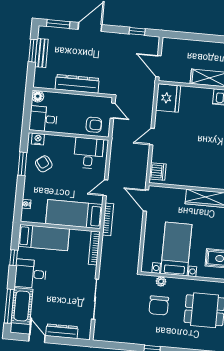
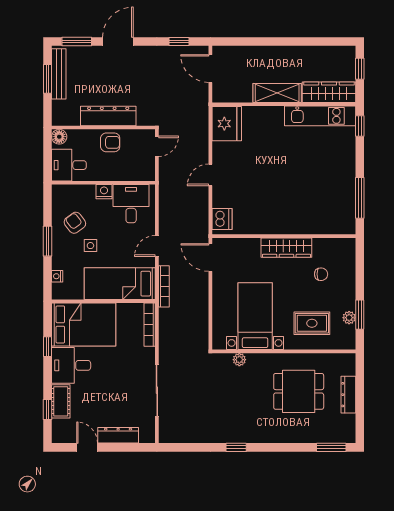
bench: (41, 53) -> (59, 74), width x1.36
door: (158, 66) -> (210, 69), moved
door: (113, 111) -> (157, 146), hinge flipped
armchair: (94, 125) -> (110, 142), moved
nightstand: (38, 139) -> (104, 192), moved
window: (22, 164) -> (48, 241), moved
side table: (54, 183) -> (90, 246), added
bed: (44, 238) -> (84, 324), width x1.50
chair: (159, 305) -> (239, 391), removed
window: (9, 306) -> (48, 409), width x0.46
cot: (22, 306) -> (61, 401), width x0.73, depth x0.75

